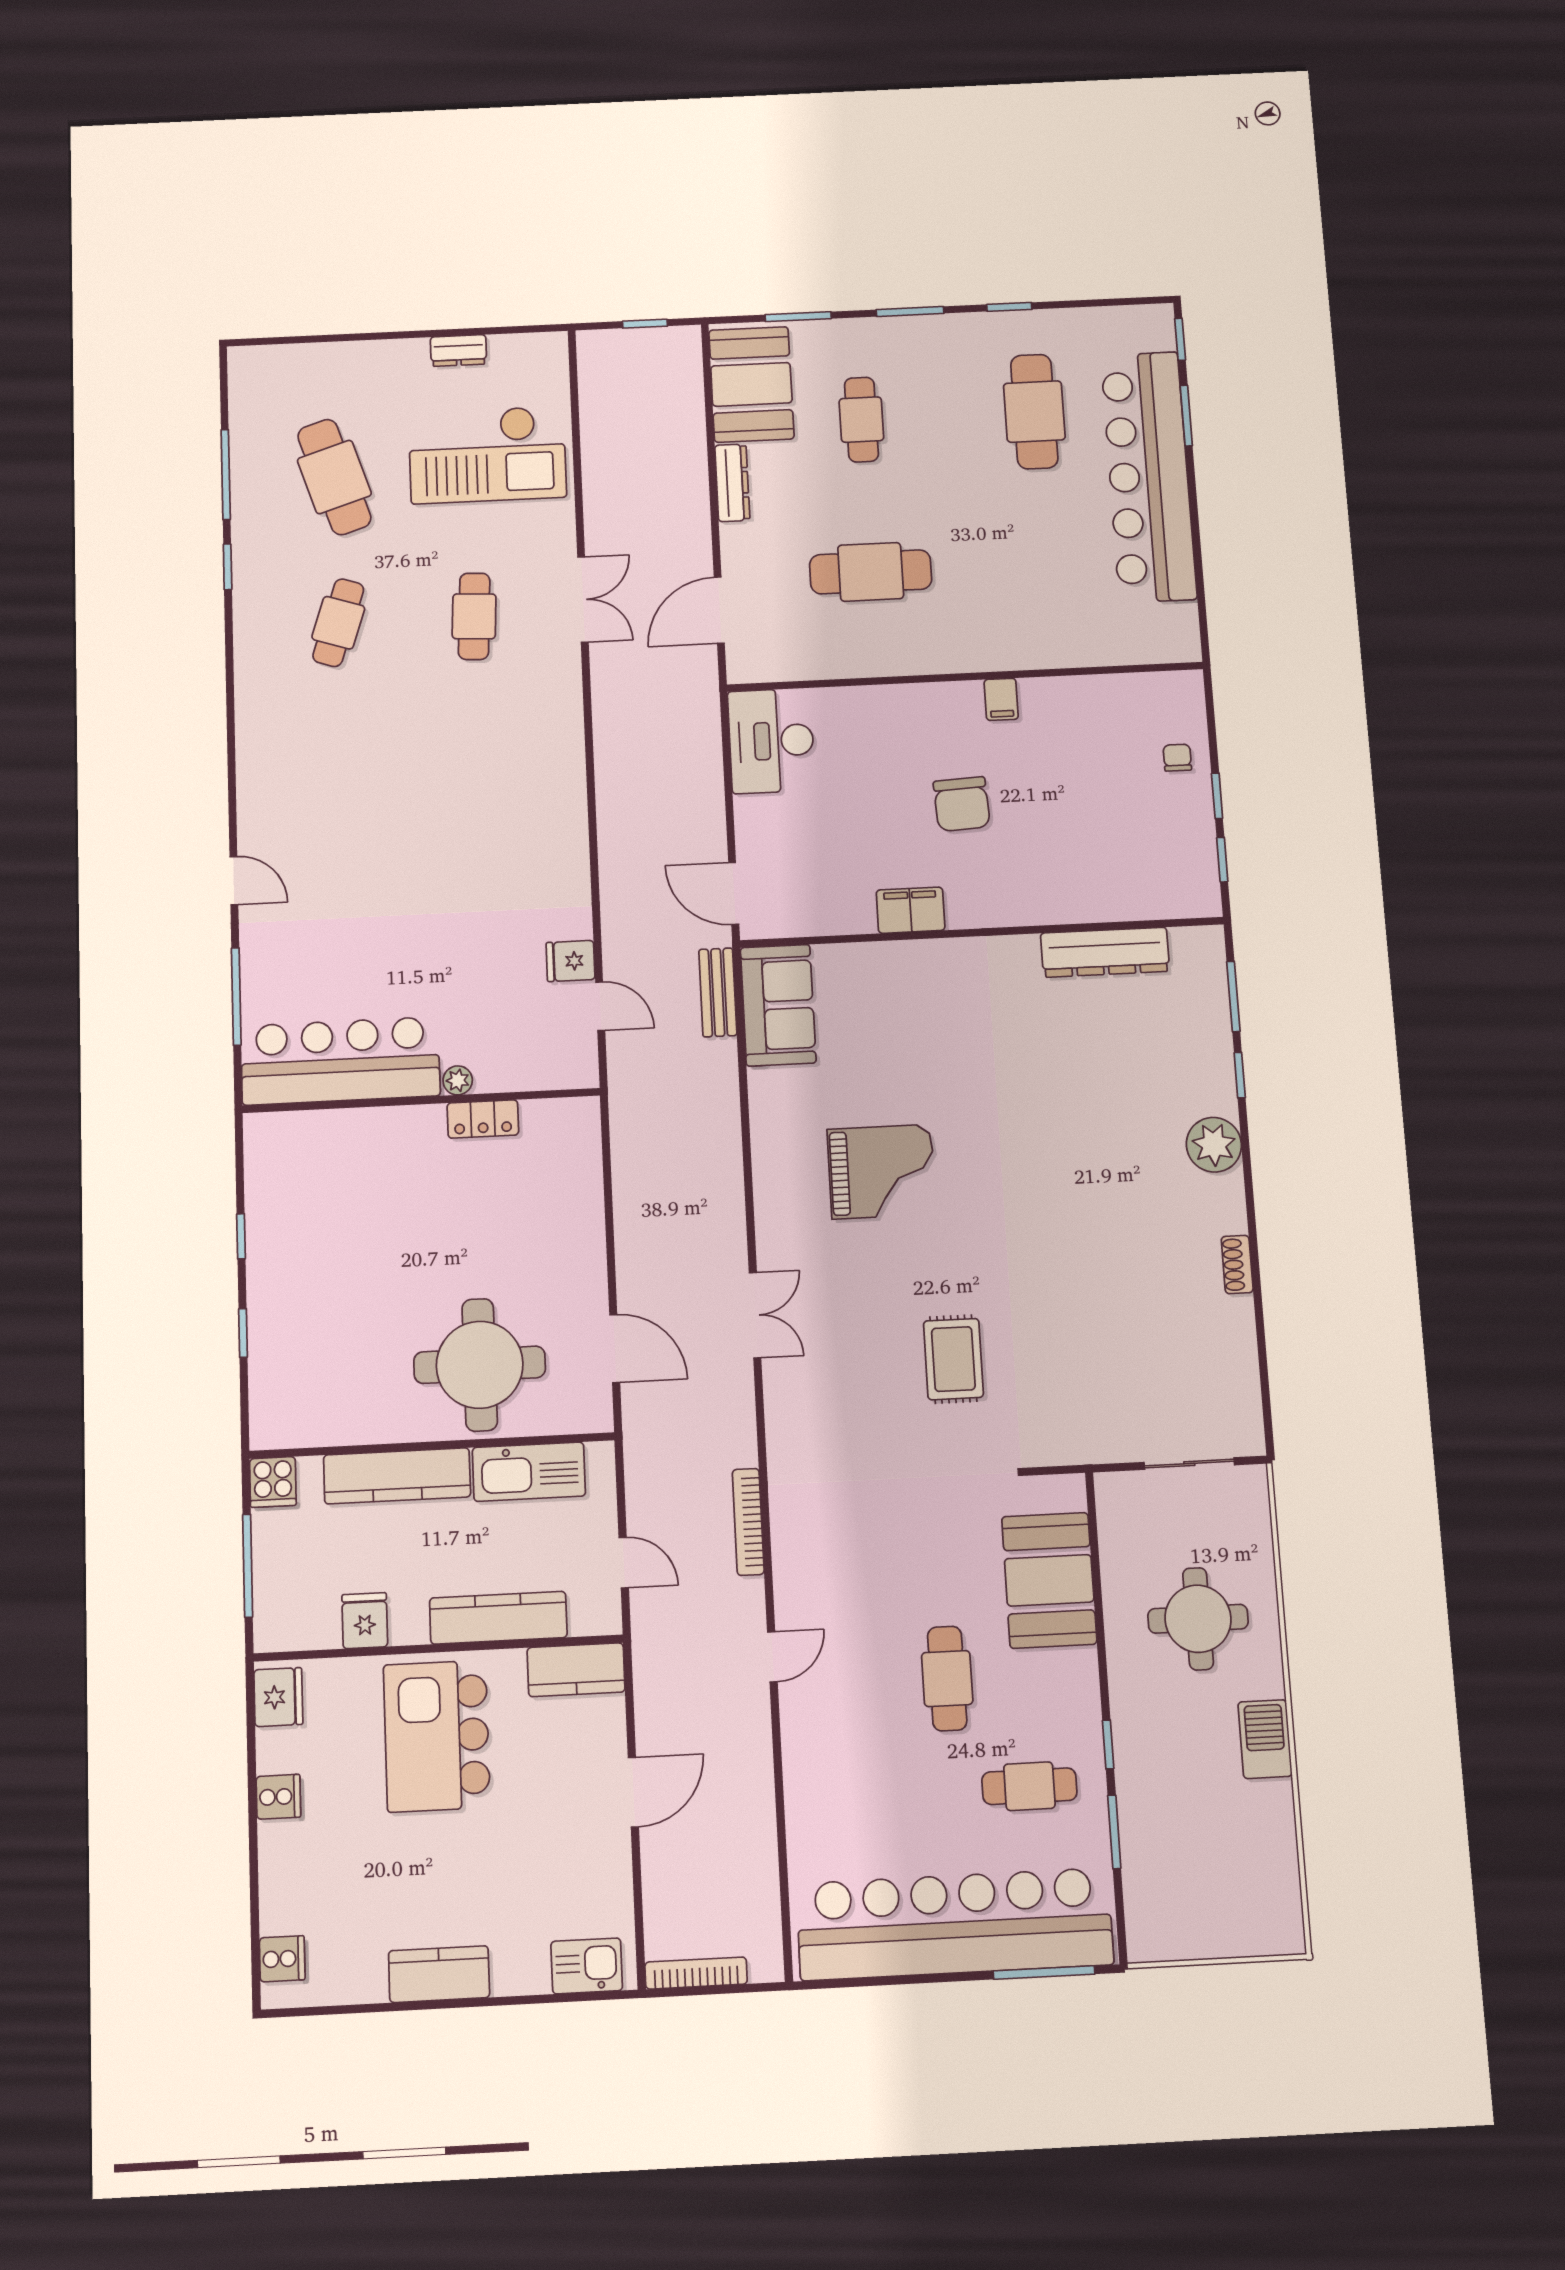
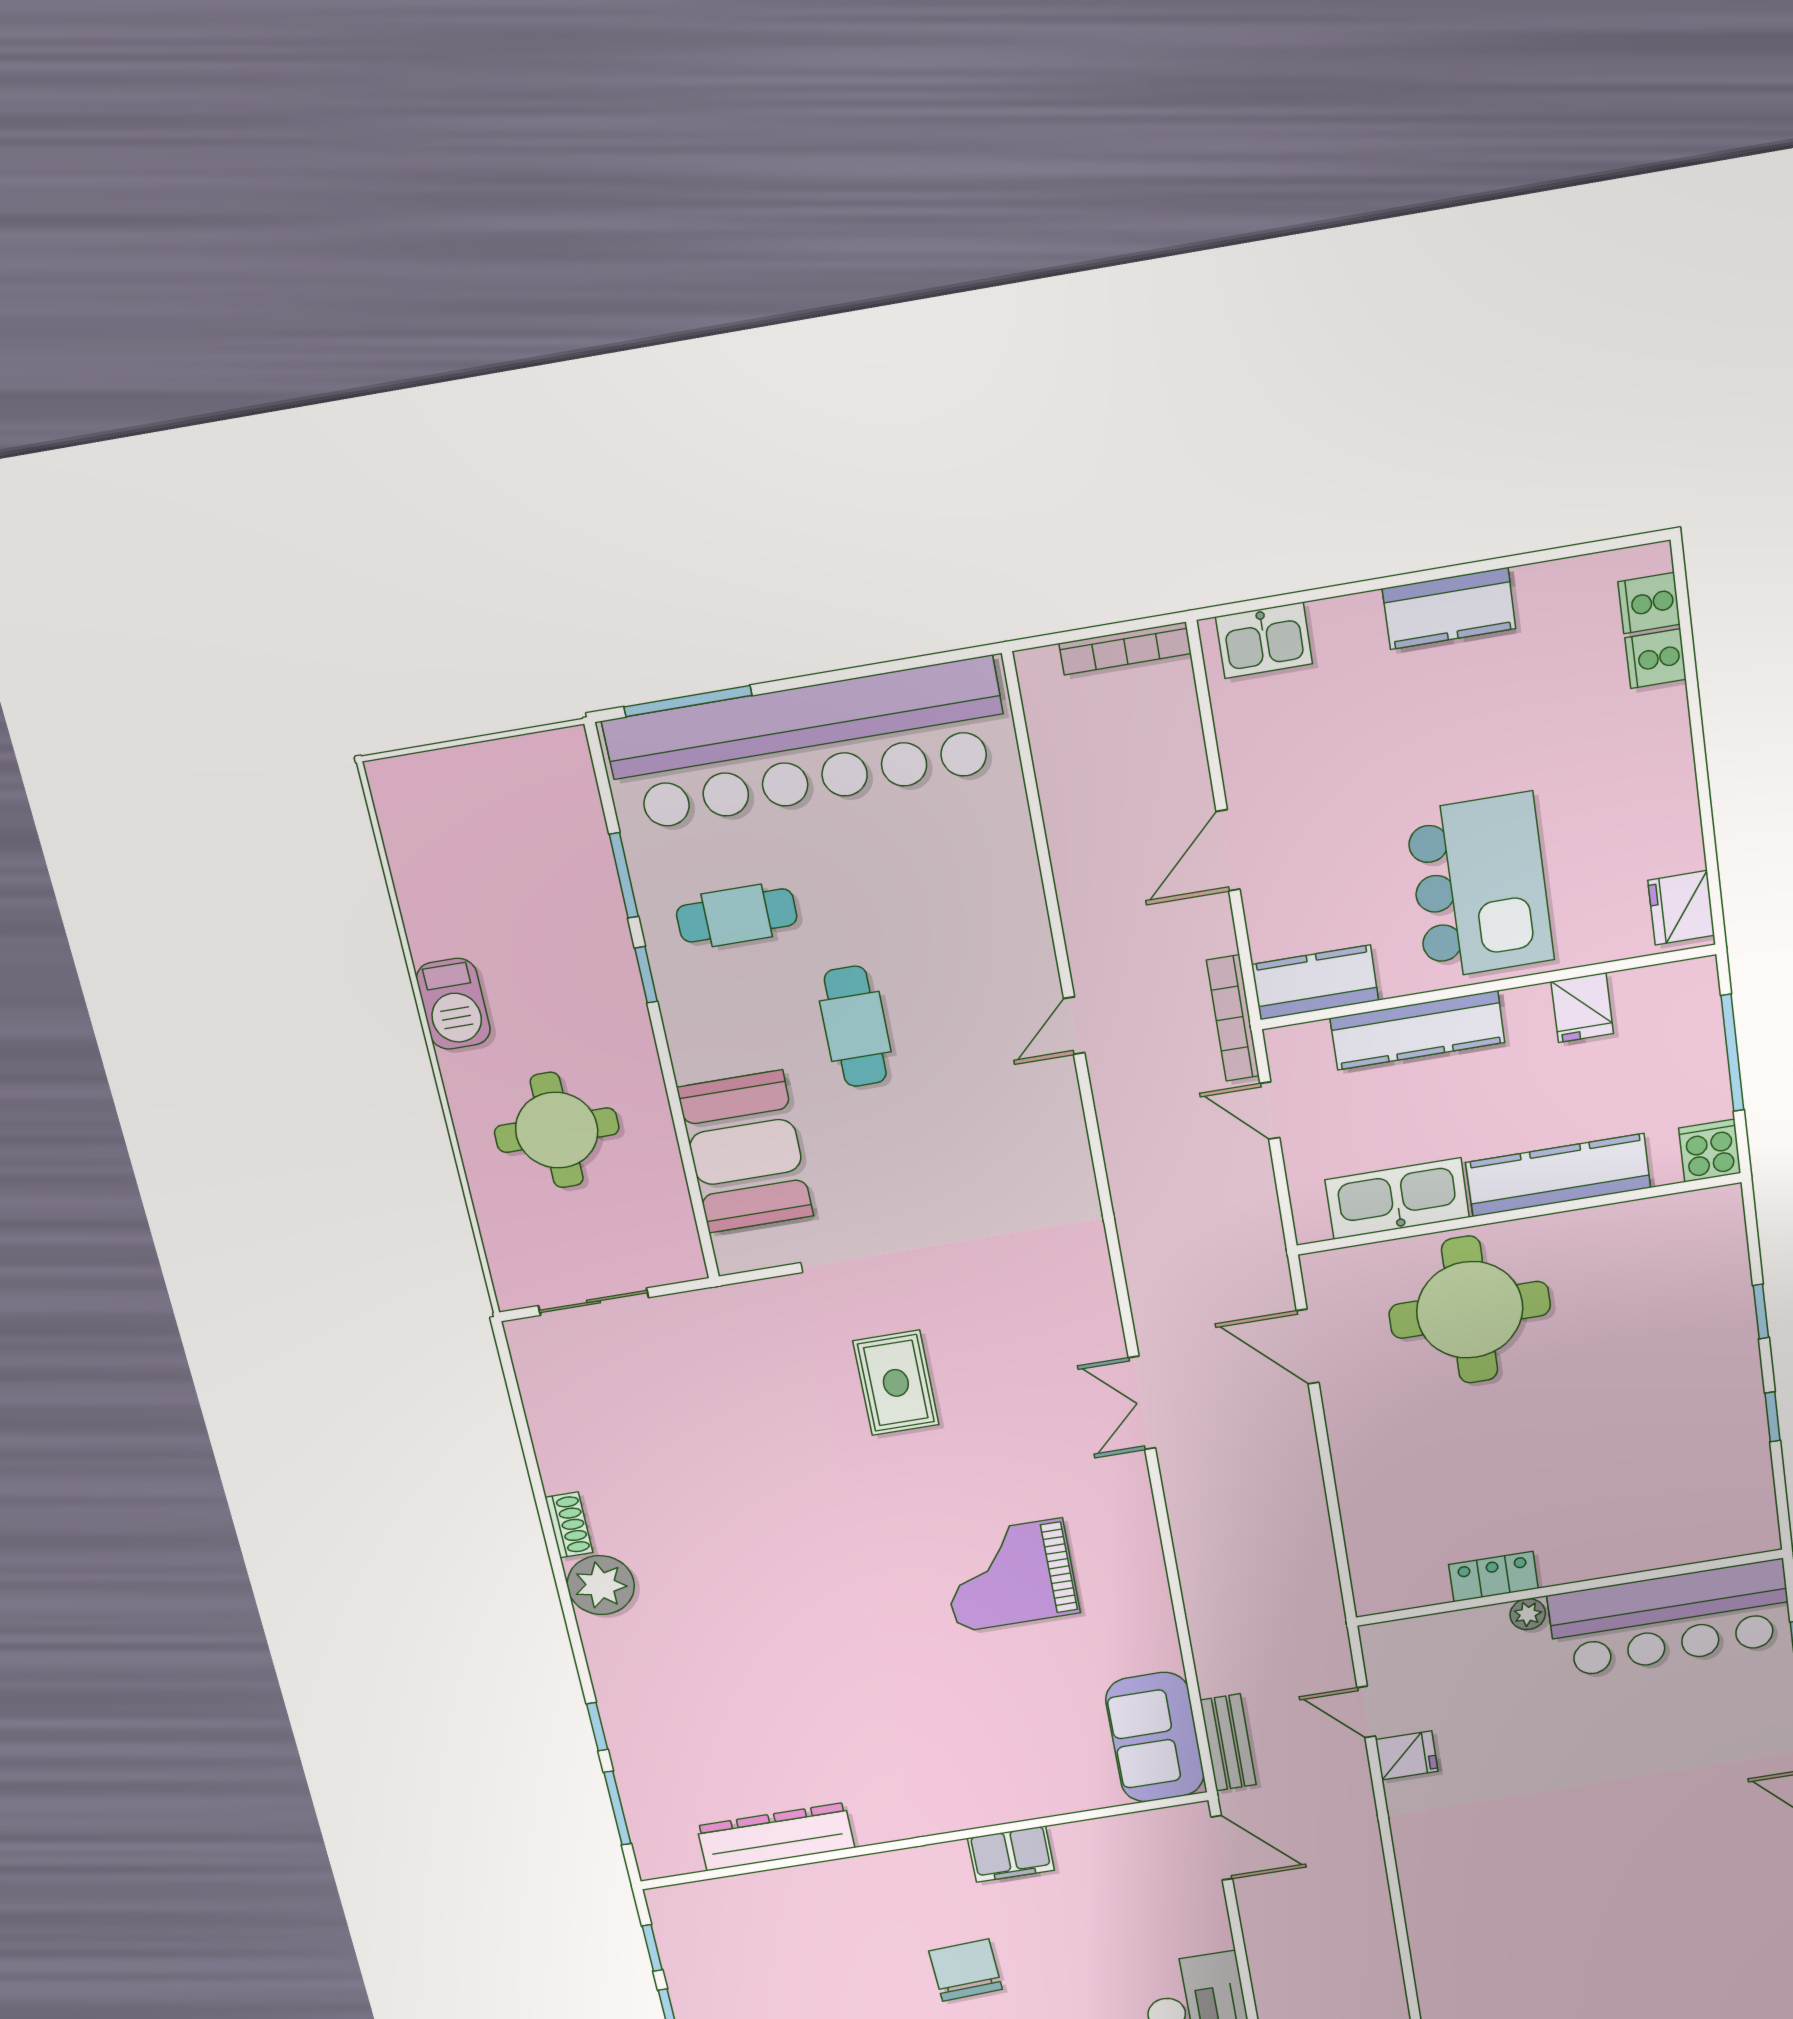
plant: (1214, 1145) -> (601, 1585), moved
bookcase: (748, 1522) -> (1233, 1018), moved, turned 180
cooker: (278, 1797) -> (1656, 659), moved

